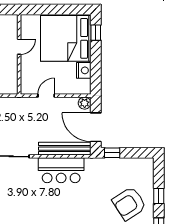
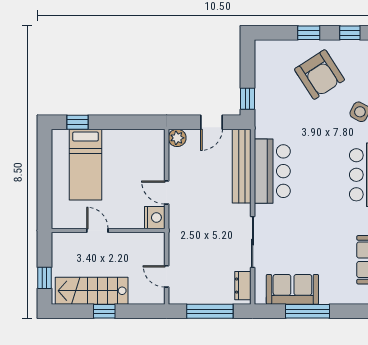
bed: (66, 38) -> (85, 165), width x0.49
nightstand: (84, 70) -> (155, 218), moved, turned 90
door: (96, 127) -> (211, 122), width x0.53

